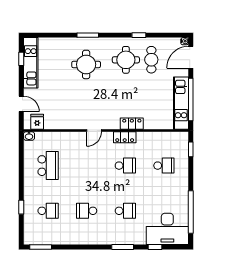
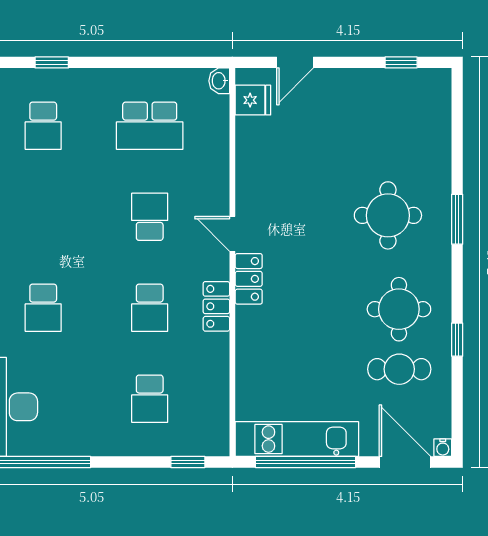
kitchen unit: (31, 63) -> (392, 85), removed
locker: (132, 124) -> (249, 279), moved
school desk: (87, 211) -> (150, 217), moved

